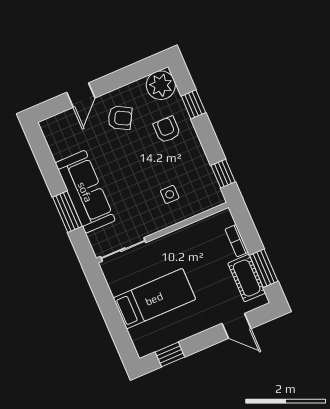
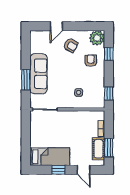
bed: (154, 299) -> (50, 157), moved
window: (170, 354) -> (58, 170), moved

